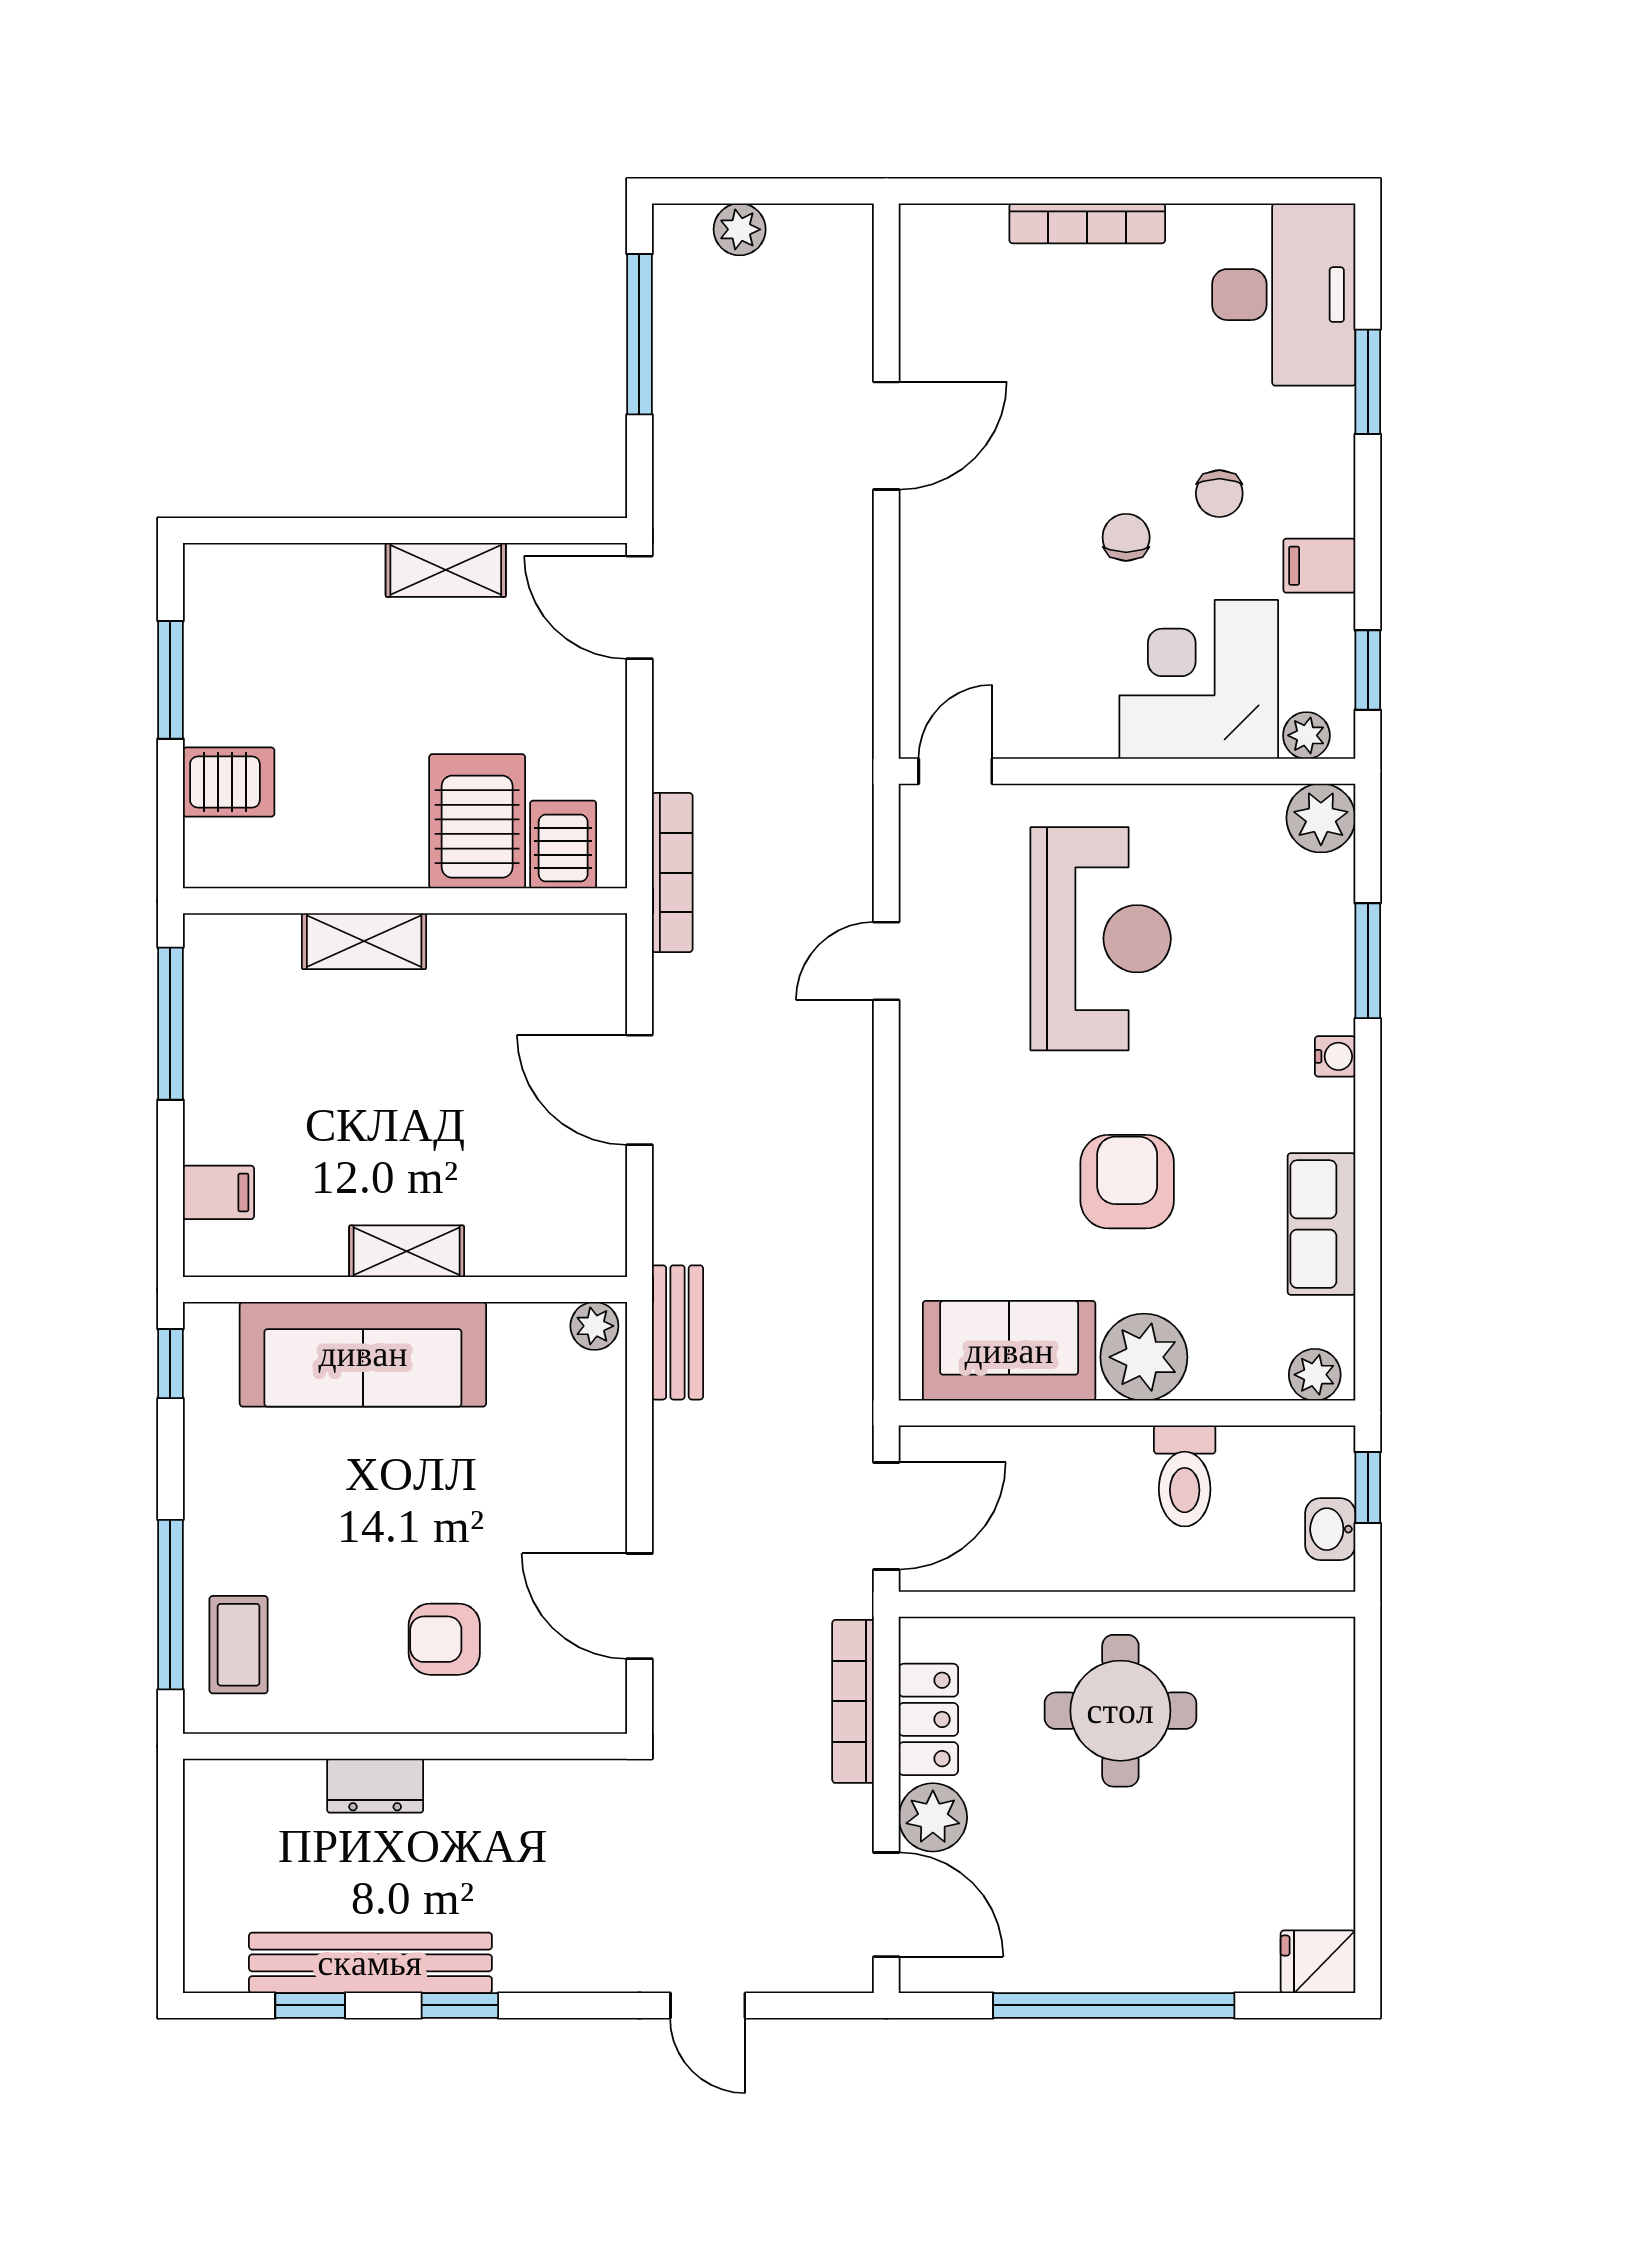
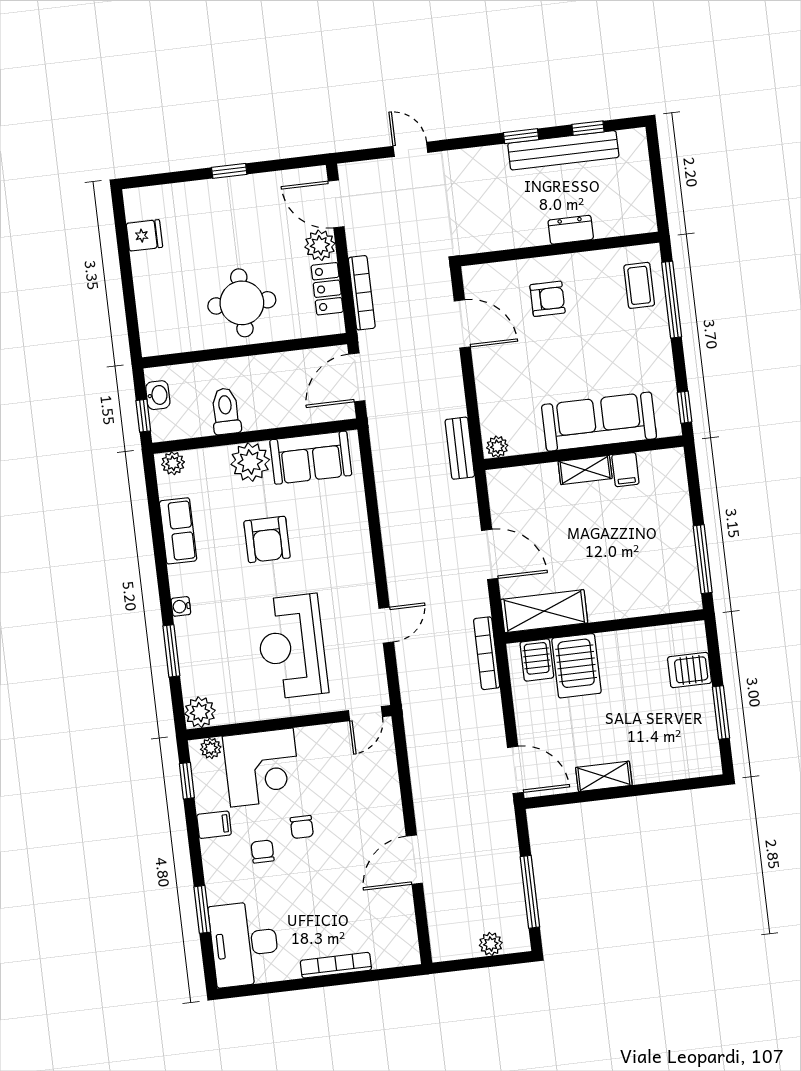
shelving: (364, 941) -> (544, 611), moved, width x1.50, depth x1.33
filing cabinet: (218, 1192) -> (625, 470), moved, turned -90
fridge: (1318, 1962) -> (144, 235), moved
window: (1114, 2005) -> (229, 171), width x0.32

